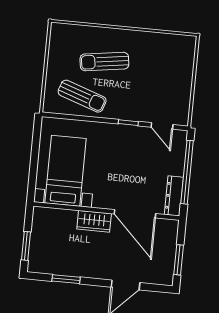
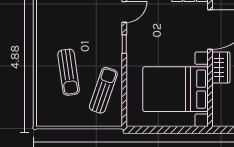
bed with nightstands: (66, 171) -> (175, 89), width x1.36

